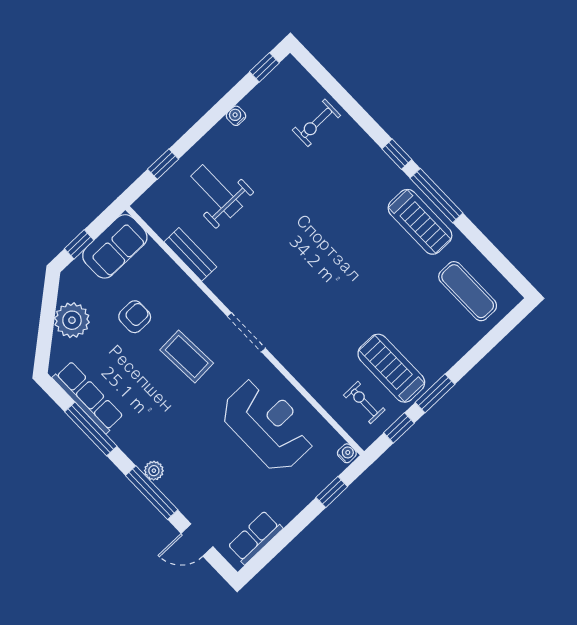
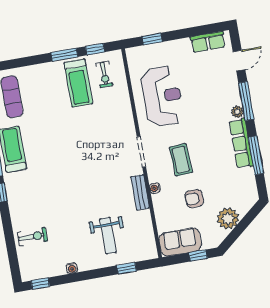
bench: (190, 254) -> (140, 192), moved
row of seats: (88, 397) -> (241, 143), moved
reception desk: (268, 425) -> (162, 96), turned 180
water cooler: (347, 453) -> (155, 188), moved
door: (197, 540) -> (239, 61), hinge flipped

